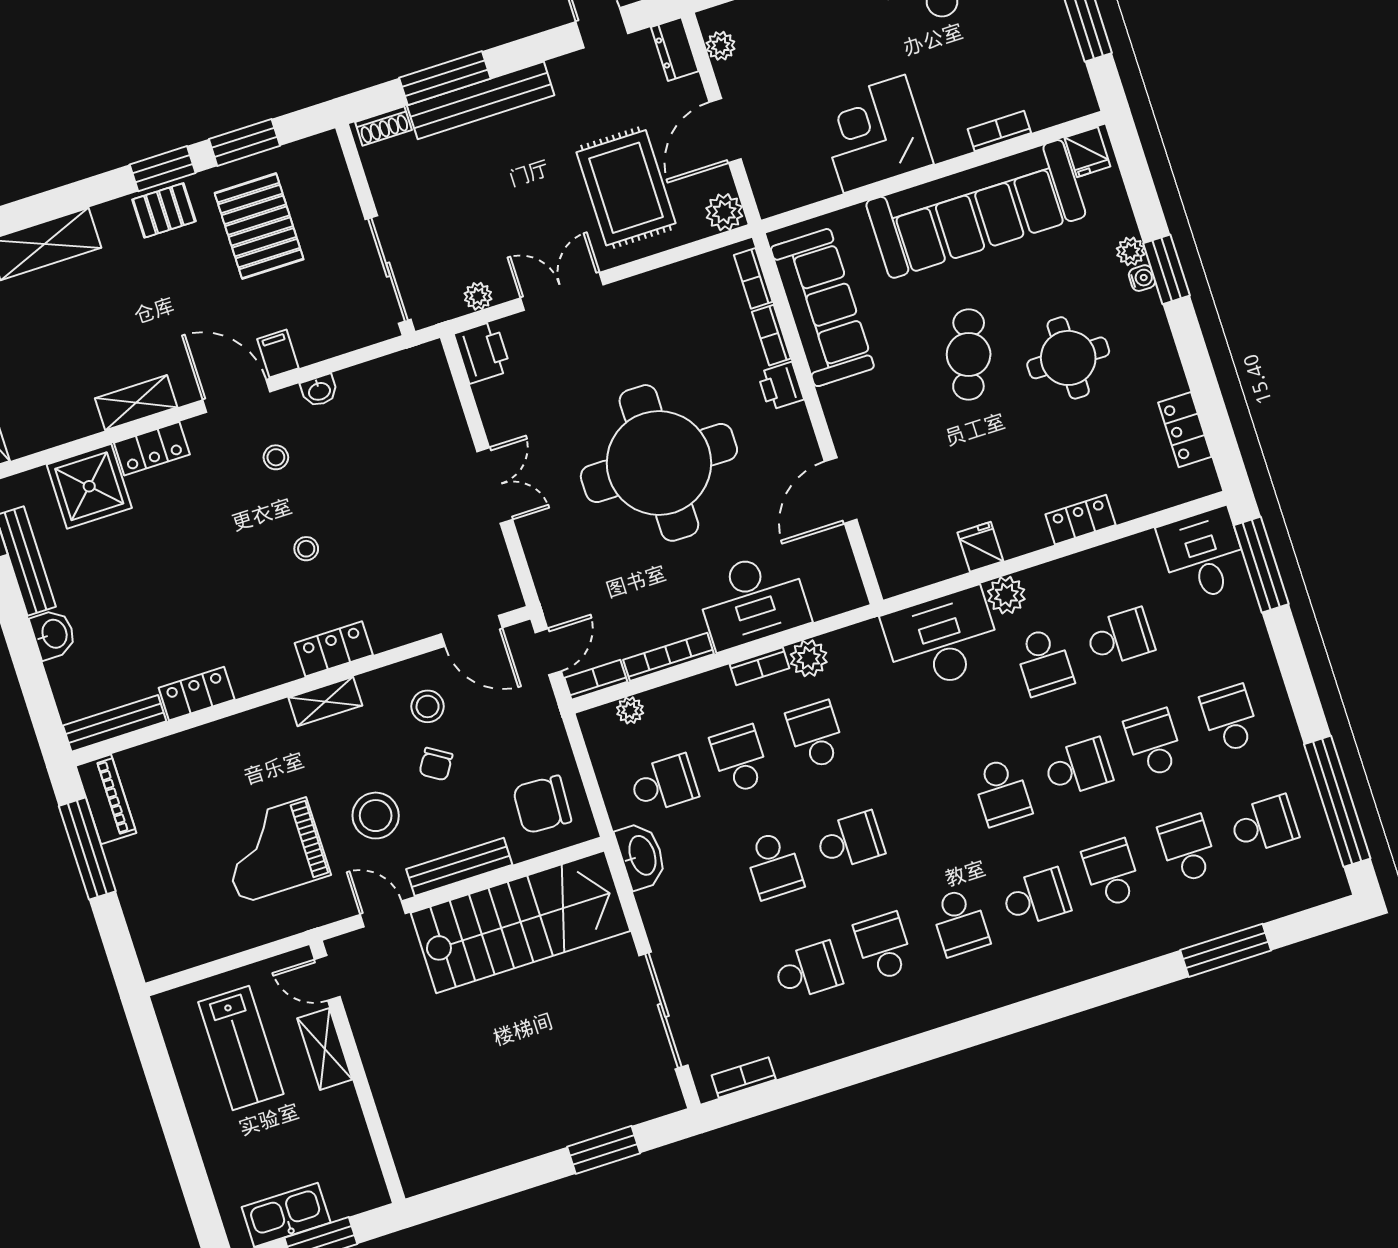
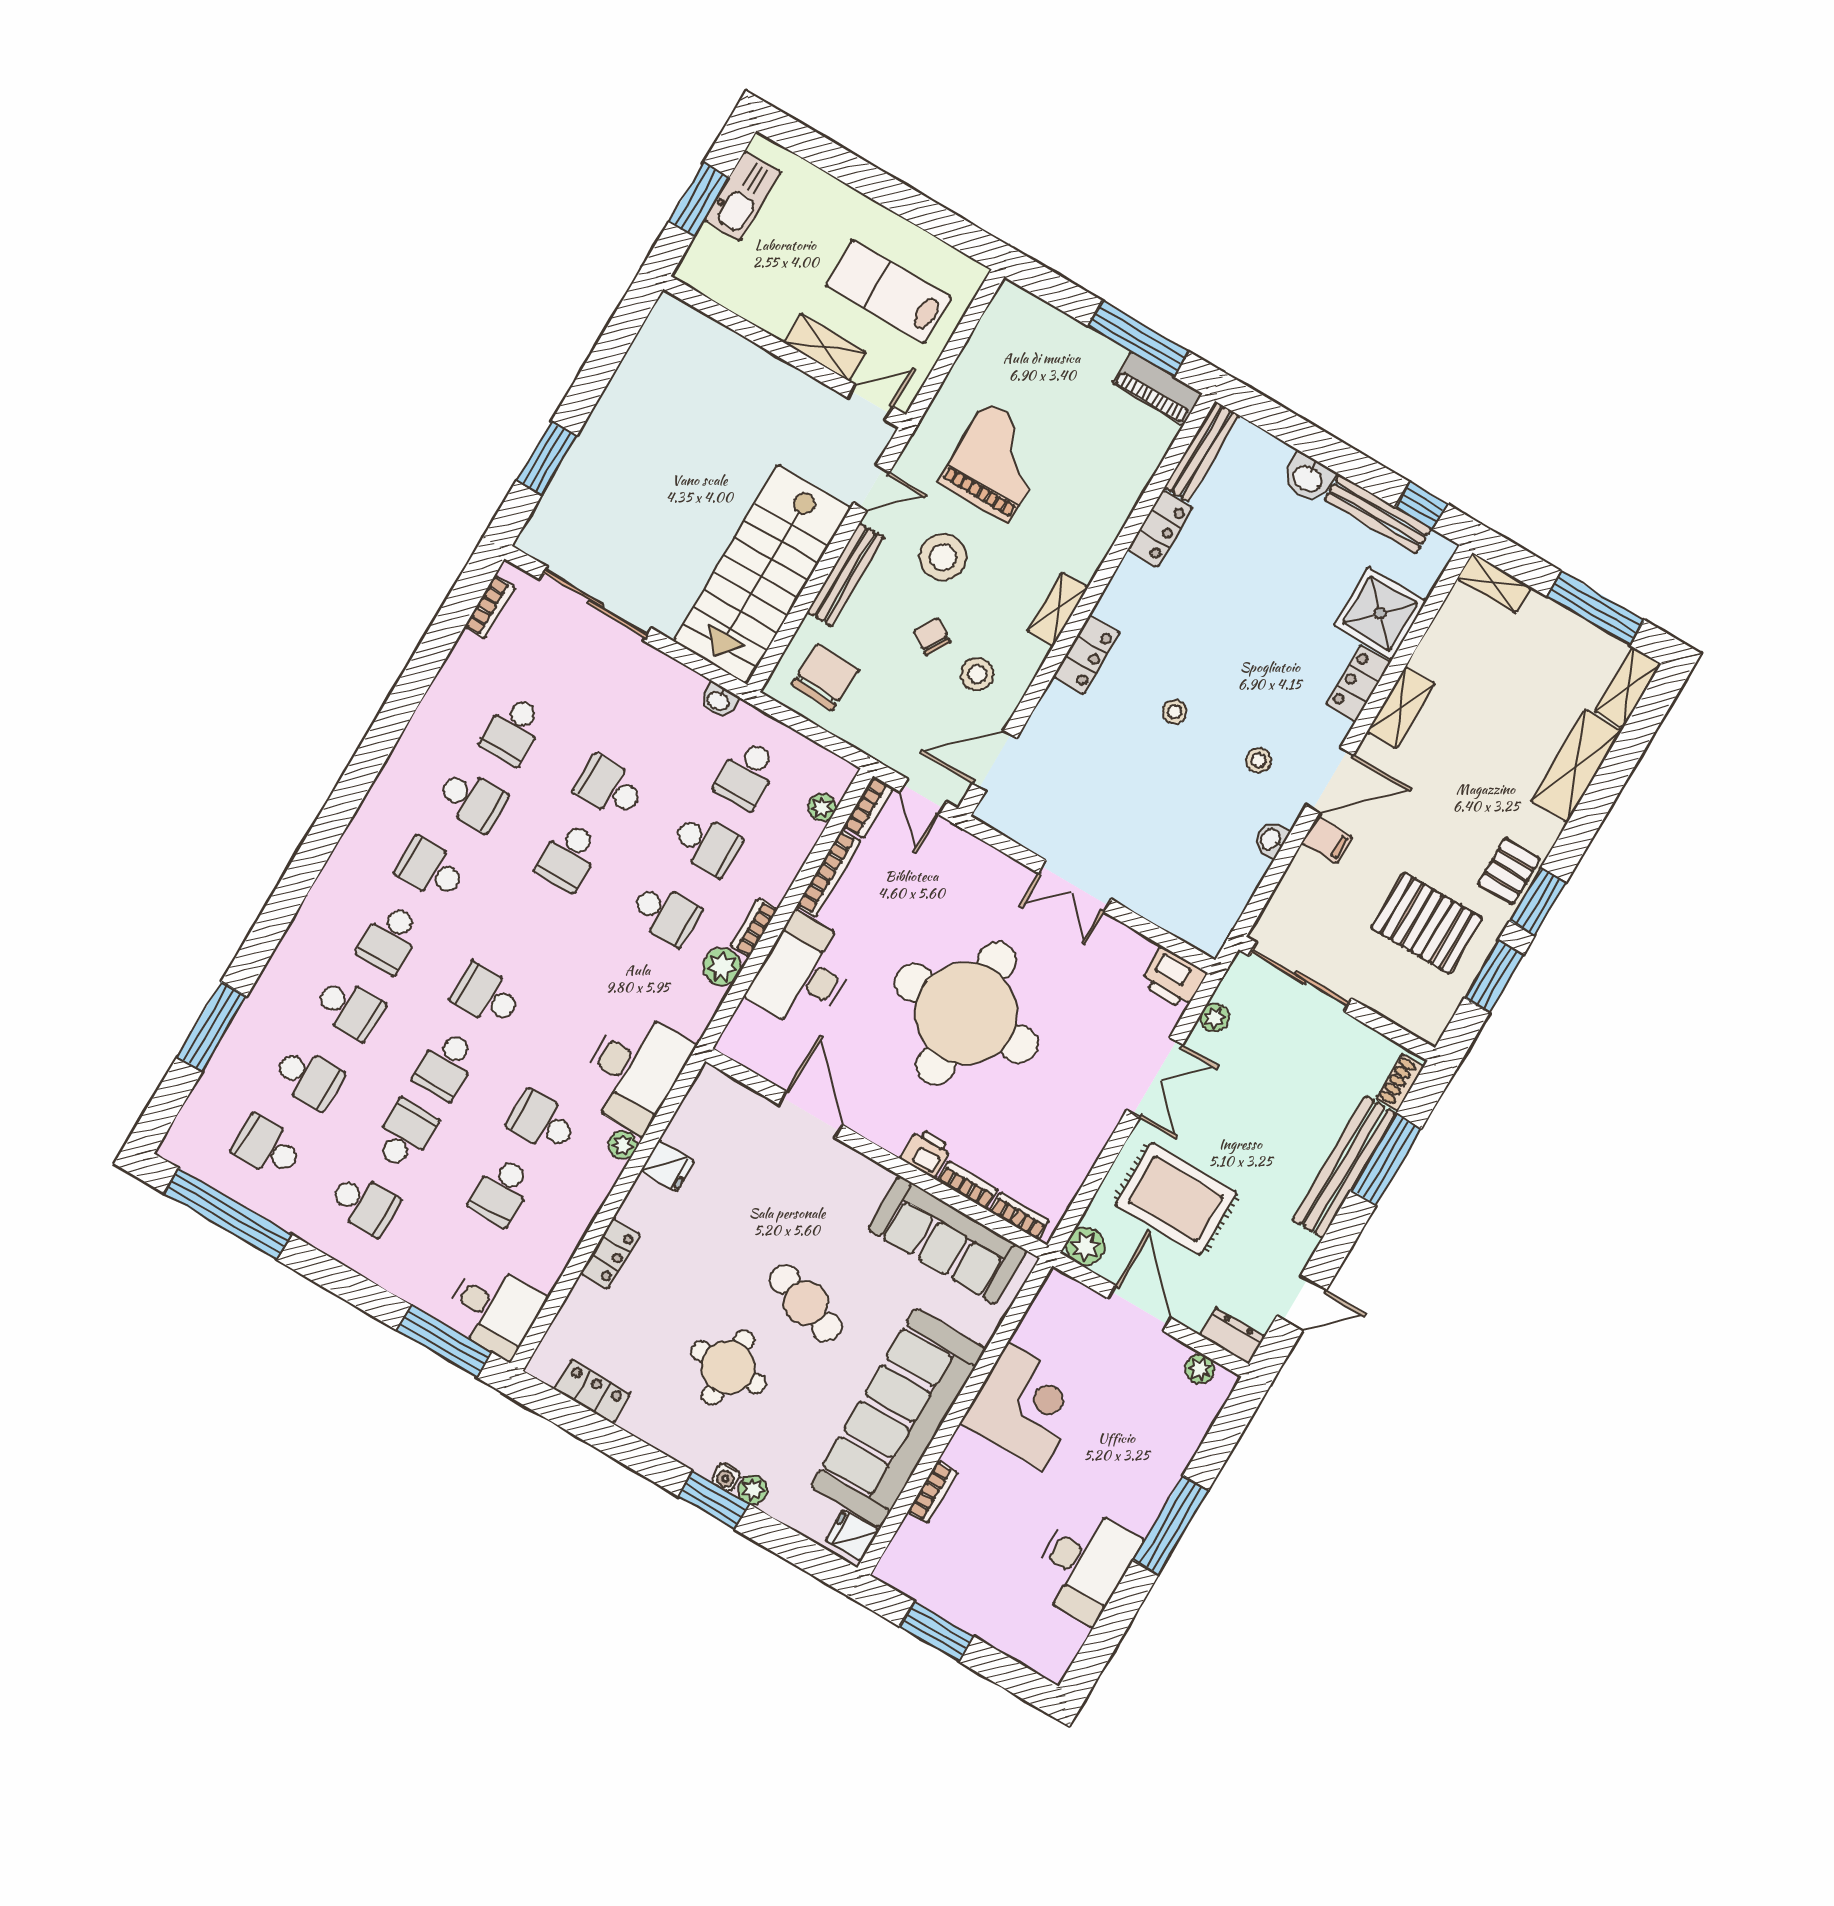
plant: (1006, 595) -> (623, 1145), width x0.73, depth x0.73
school desk: (1154, 743) -> (405, 1135), turned -90
school desk: (1264, 824) -> (267, 1147), turned 90
washbasin: (641, 856) -> (719, 700), width x0.52, depth x0.69

